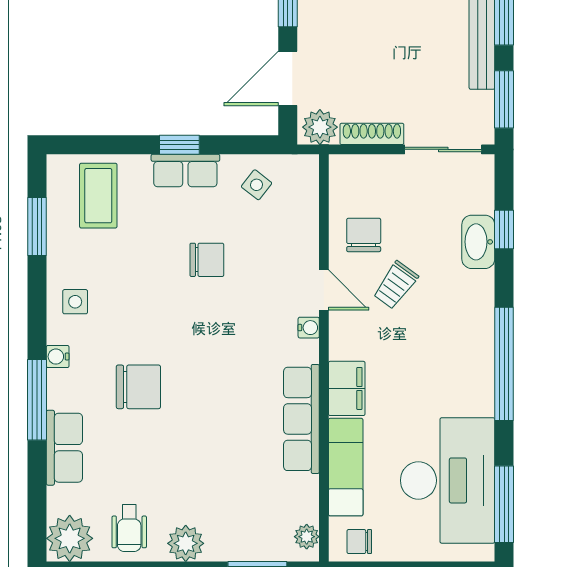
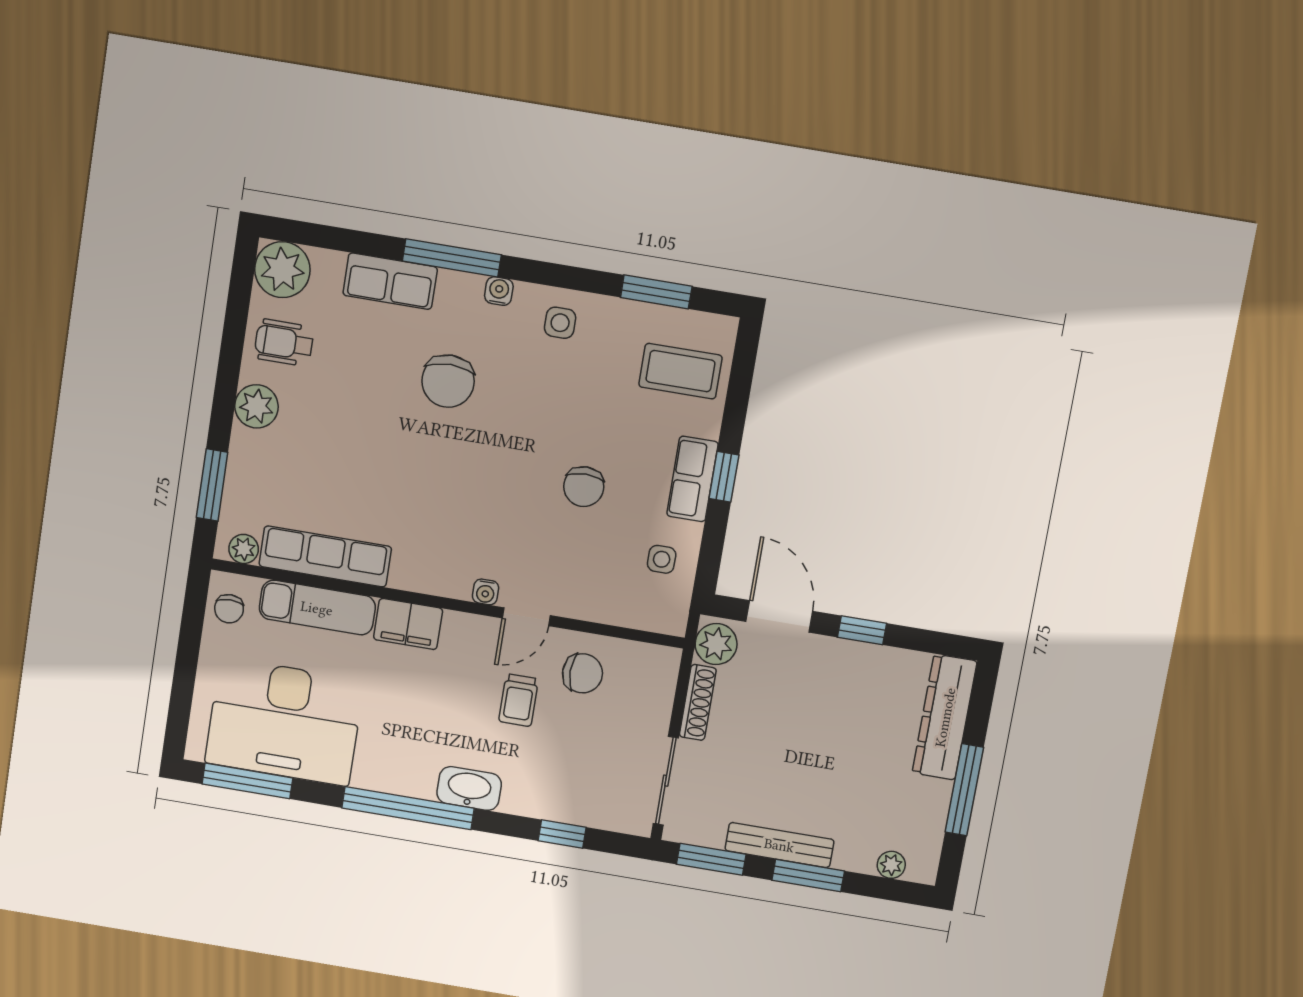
side table: (257, 185) -> (662, 559), turned -38
washbasin: (478, 242) -> (469, 788), moved
trolley: (396, 285) -> (519, 700), turned -126
row of seats: (301, 419) -> (325, 556), moved
chair: (359, 542) -> (229, 609), turned 180

